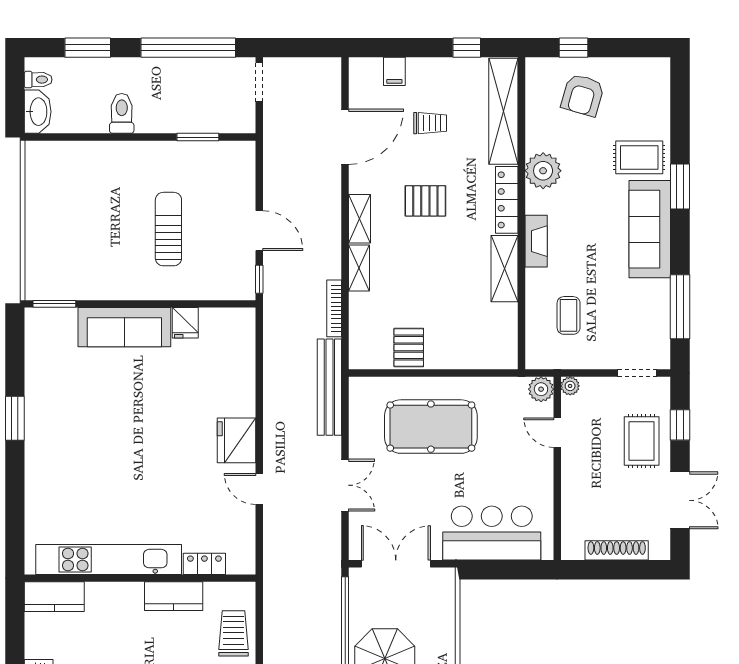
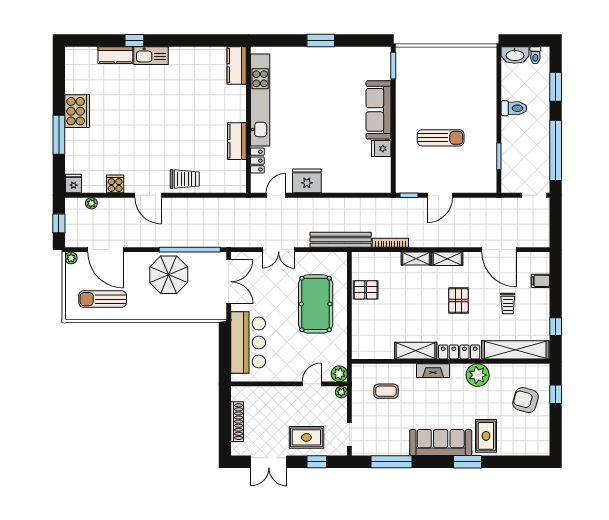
kitchen unit: (109, 559) -> (260, 100), moved
locker: (204, 564) -> (257, 161), moved
wall: (140, 578) -> (248, 120), moved
kitchen counter: (174, 596) -> (237, 141), moved
kitchen counter: (54, 597) -> (237, 65), moved

